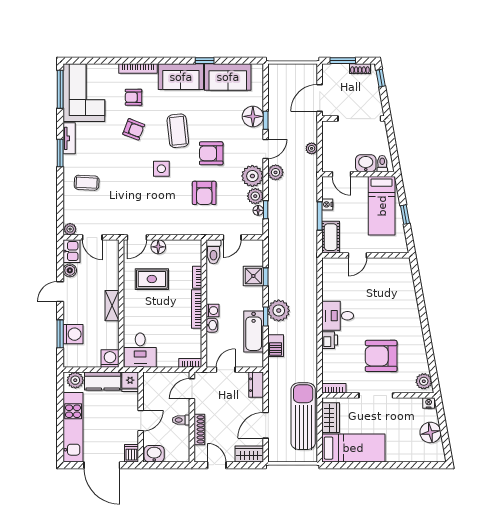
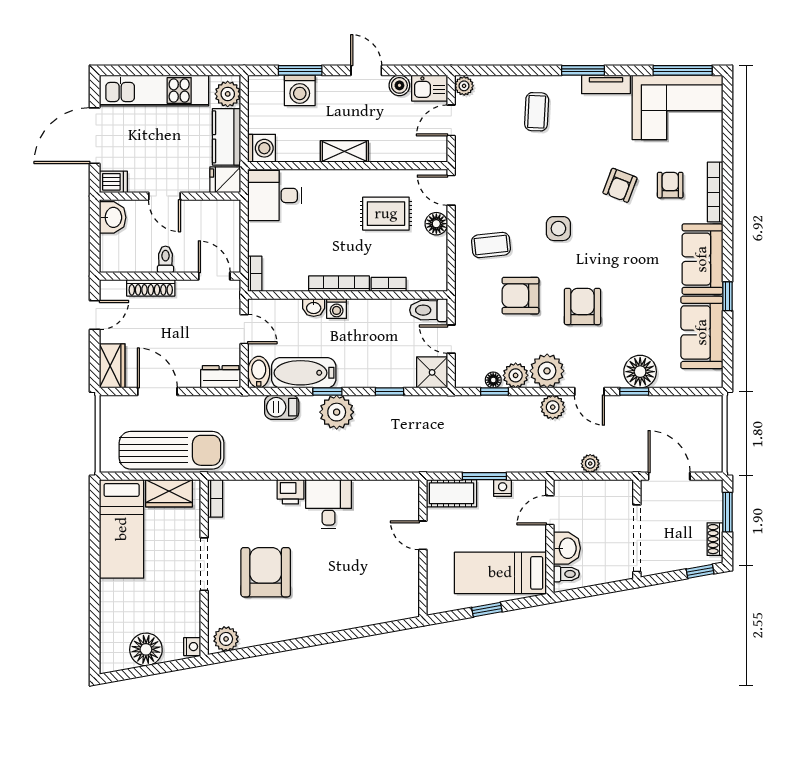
coffee table: (178, 131) -> (491, 245), moved, width x0.73, depth x0.77
shower: (253, 276) -> (432, 372), moved
rug: (152, 279) -> (386, 214), turned 90
bidet: (253, 360) -> (259, 372), added

